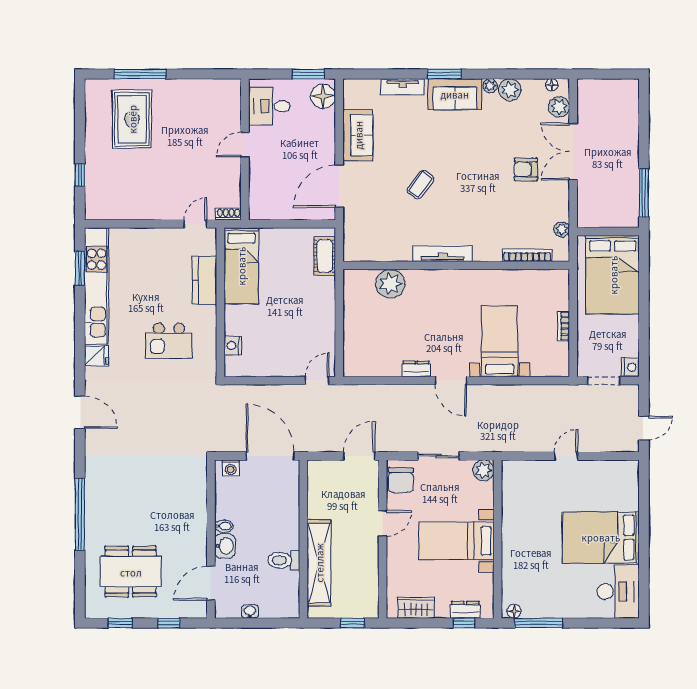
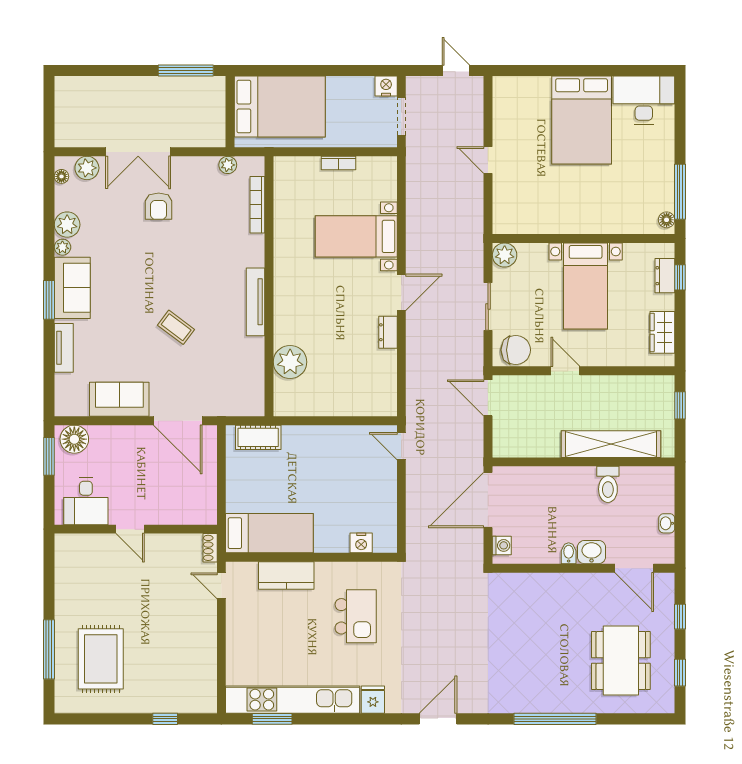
rug: (132, 119) -> (101, 659), turned 90

